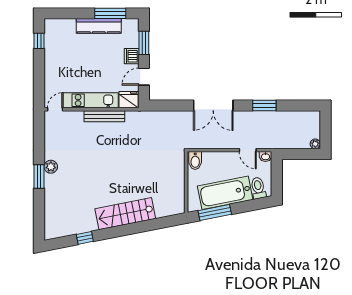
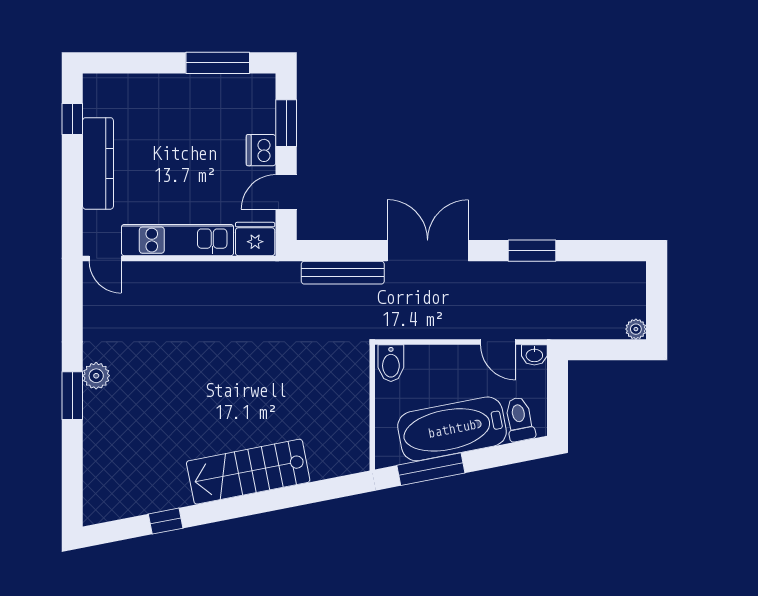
kitchen counter: (99, 26) -> (98, 163), moved, turned -90
double door: (213, 105) -> (428, 251), swing flipped
door: (55, 109) -> (105, 258), swing flipped
bench: (104, 116) -> (343, 273), moved

